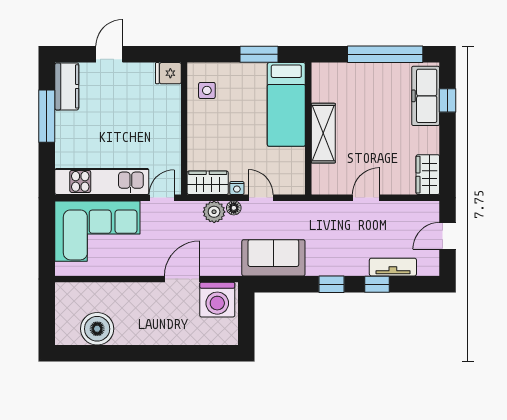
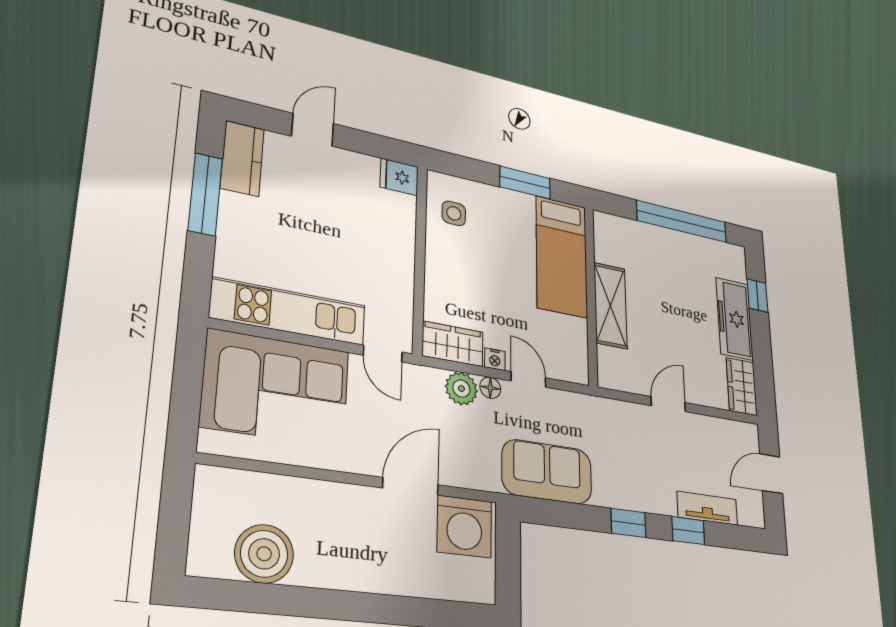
freezer: (426, 96) -> (734, 319), moved
door: (162, 198) -> (383, 354), swing flipped

